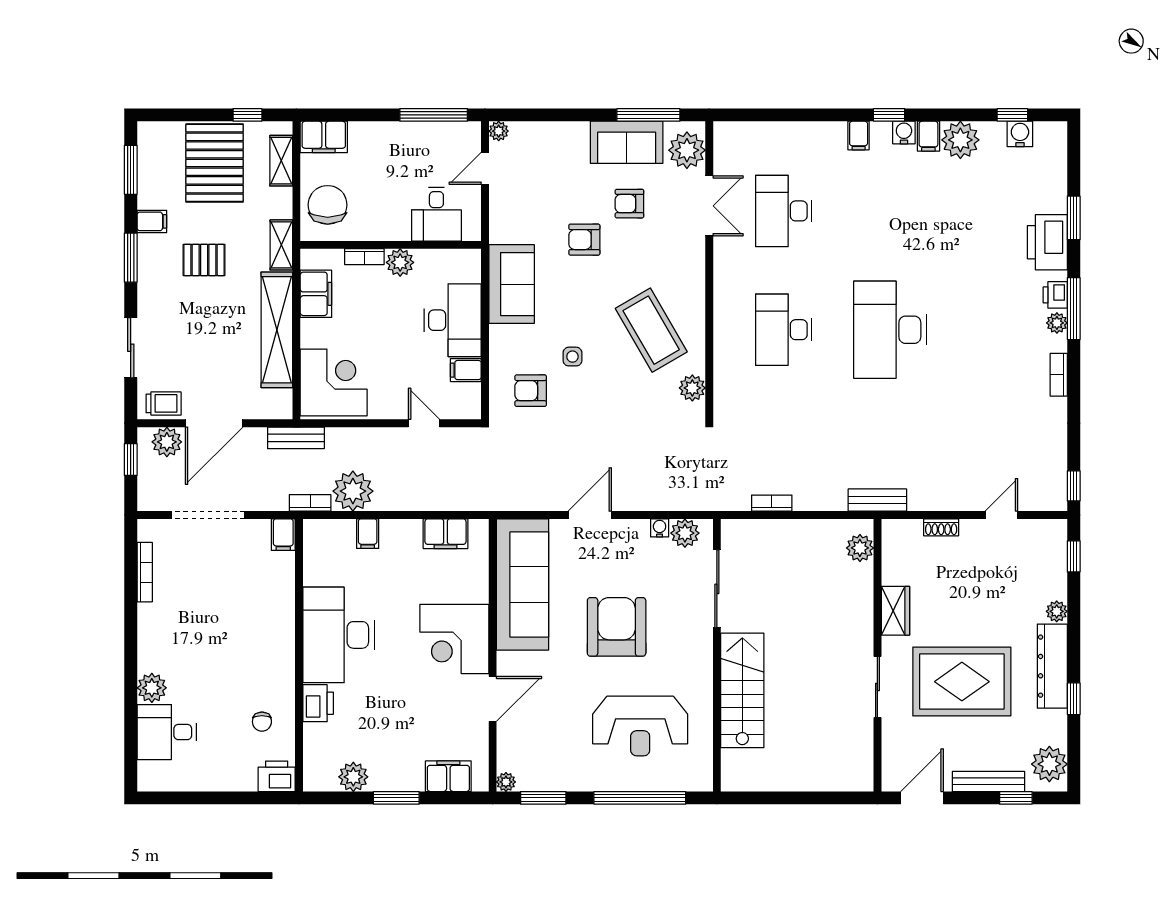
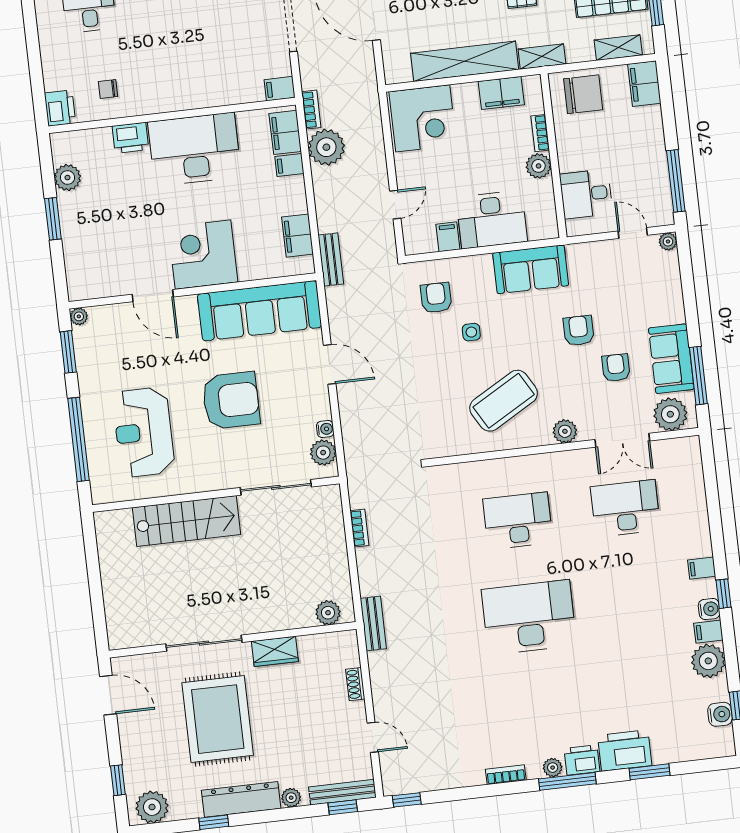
printer: (1055, 295) -> (582, 760), width x1.36, depth x1.24
plant: (692, 388) -> (565, 431), moved
bench: (296, 438) -> (331, 260), moved
sliding door: (877, 687) -> (204, 643), width x1.37
filing cabinet: (448, 776) -> (285, 132), moved, turned 180
bench: (988, 781) -> (342, 792), moved, turned 90

